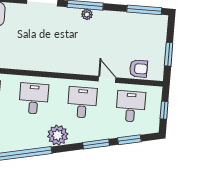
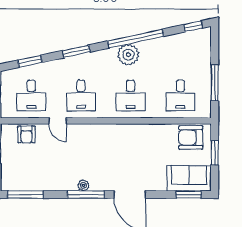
armchair: (139, 69) -> (26, 134), turned -90
plant: (58, 135) -> (128, 55), moved
window: (96, 144) -> (76, 51), moved

